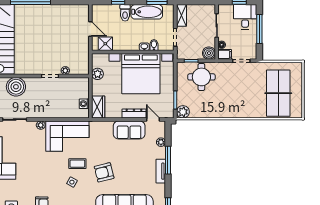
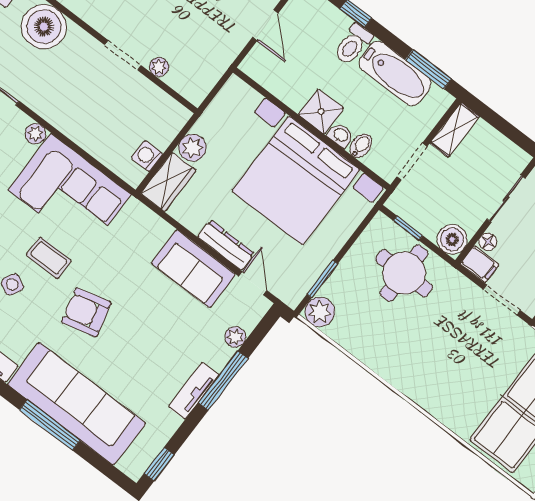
shower: (105, 44) -> (321, 111), moved
plant: (98, 74) -> (192, 148), moved

